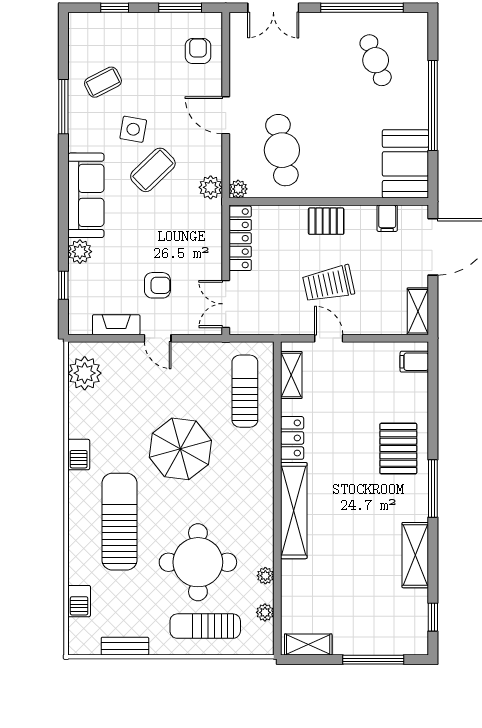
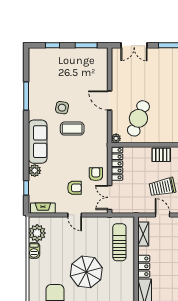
armchair: (198, 51) -> (96, 174), moved
coffee table: (103, 82) -> (47, 83), removed
cafe table: (282, 150) -> (138, 118), turned 30
coffee table: (153, 170) -> (72, 129), turned 44
plant: (211, 187) -> (102, 138), removed
fireplace: (116, 325) -> (43, 208), moved
barbecue: (79, 455) -> (34, 250), moved

